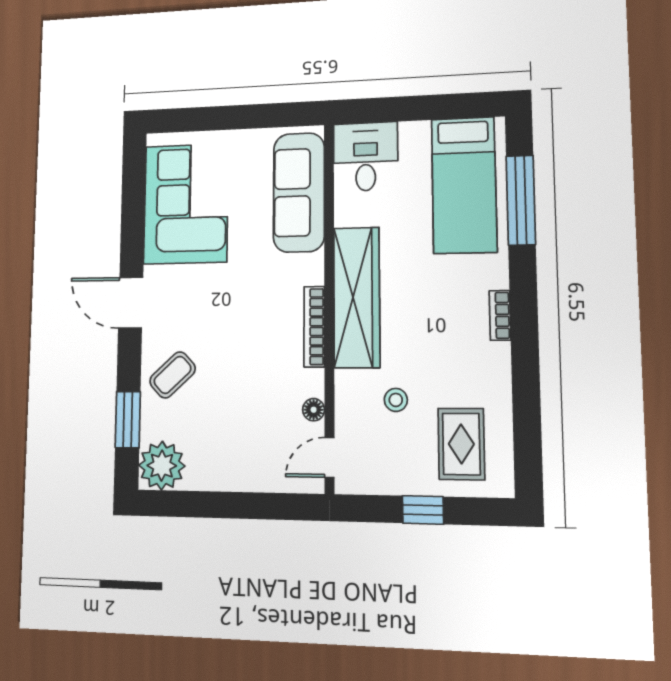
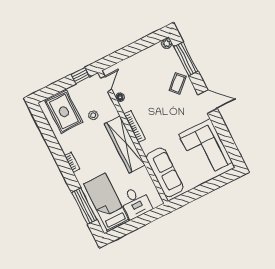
desk: (366, 157) -> (136, 202), moved
window: (128, 420) -> (186, 59), width x1.44
rug: (461, 444) -> (64, 112), width x1.36, depth x1.43
plant: (162, 466) -> (167, 43), width x0.53, depth x0.53
window: (423, 510) -> (80, 76), moved

